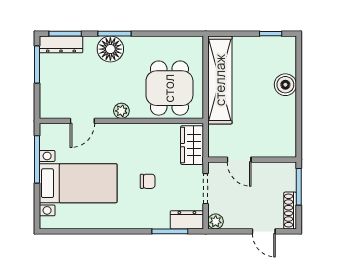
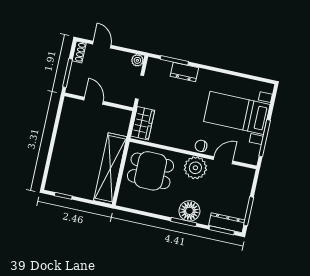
boiler: (285, 85) -> (61, 154), removed
dining table: (169, 88) -> (151, 171), turned 90
plant: (121, 111) -> (195, 168), width x1.88, depth x1.88
door: (239, 160) -> (94, 101), moved
chair: (148, 181) -> (201, 146), moved
shoe rack: (290, 210) -> (79, 52), width x0.70
dresser: (187, 220) -> (184, 72), moved

